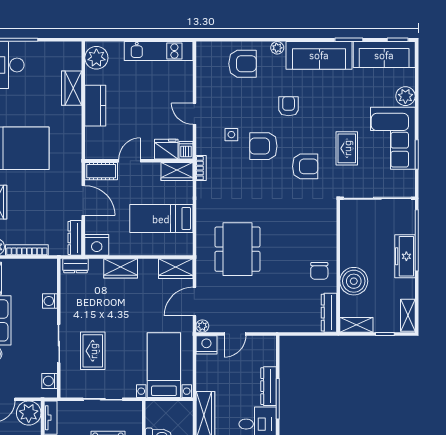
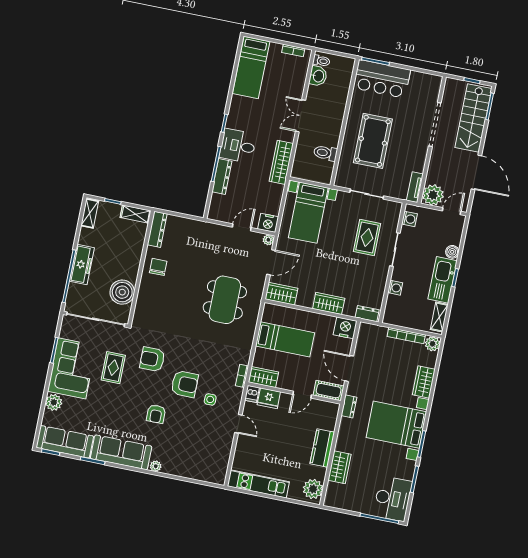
armchair: (243, 64) -> (188, 459), removed
dresser: (75, 238) -> (349, 406), moved, width x0.70
boiler: (354, 281) -> (122, 292), moved

